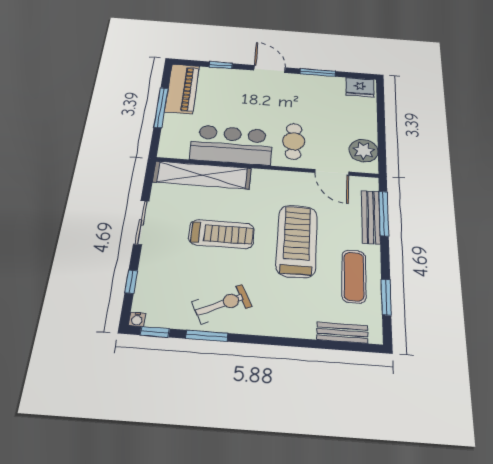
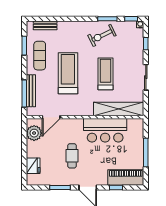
fridge: (360, 87) -> (33, 166), moved, turned 90
piano: (182, 89) -> (126, 178), moved, turned 90
cafe table: (294, 141) -> (72, 156), moved
door: (332, 172) -> (51, 117), swing flipped
treadmill: (221, 234) -> (105, 74), turned 90
treadmill: (297, 241) -> (68, 73), turned 180

